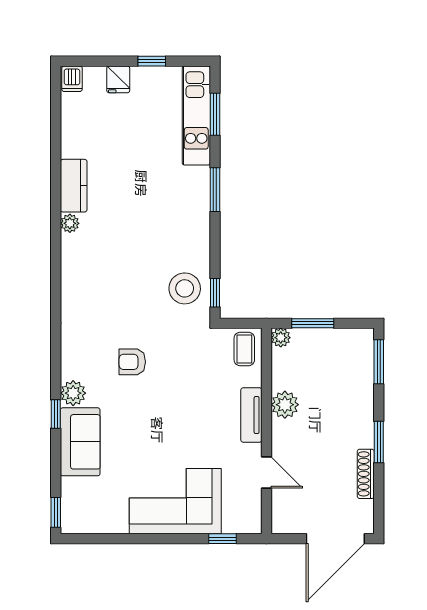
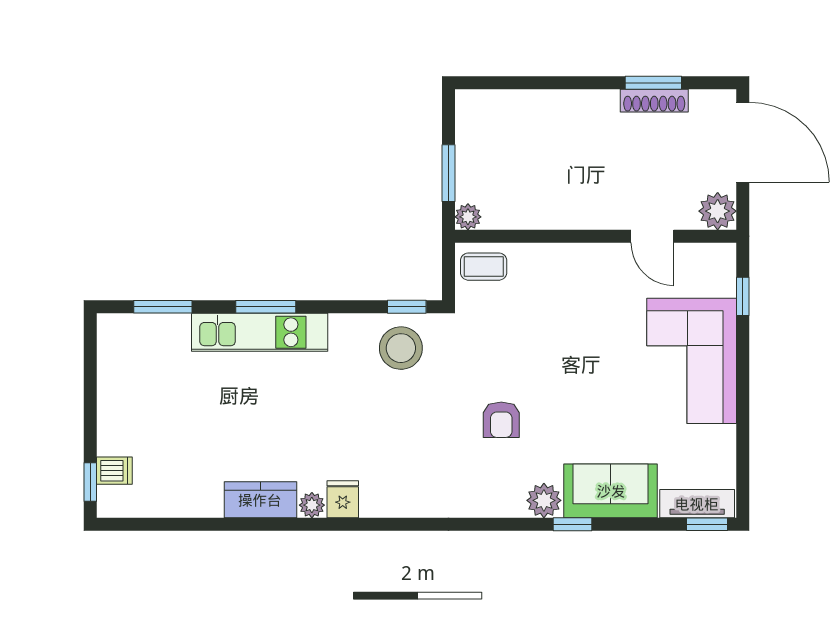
window: (152, 61) -> (90, 482), moved
dishwasher: (72, 79) -> (114, 471), moved
fridge: (118, 79) -> (343, 499), moved, turned -90
kitchen unit: (196, 115) -> (260, 332), moved
window: (379, 362) -> (501, 83), removed
plant: (285, 405) -> (718, 211), moved
tv unit: (251, 415) -> (697, 504), moved, turned 180
window: (379, 442) -> (653, 83), moved
door: (266, 472) -> (652, 236), swing flipped

